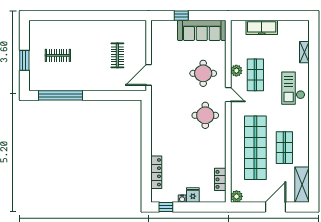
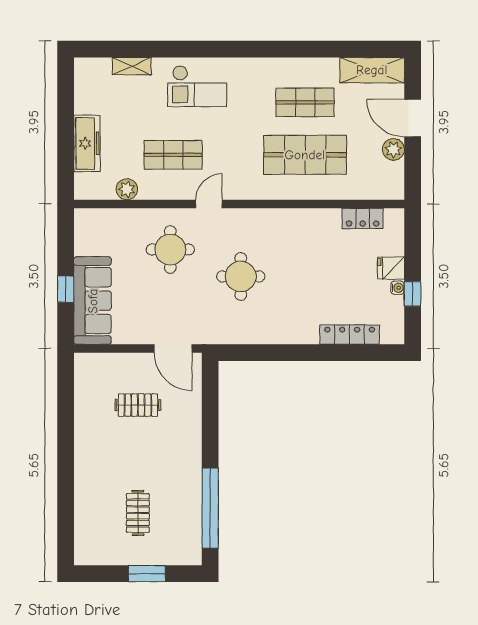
sofa: (202, 30) -> (93, 301), moved
plant: (236, 71) -> (127, 189), moved
round table: (205, 115) -> (241, 276), moved
shop shelf: (255, 148) -> (305, 155), width x0.71
plant: (237, 196) -> (393, 149), moved
window: (166, 207) -> (413, 294), moved

